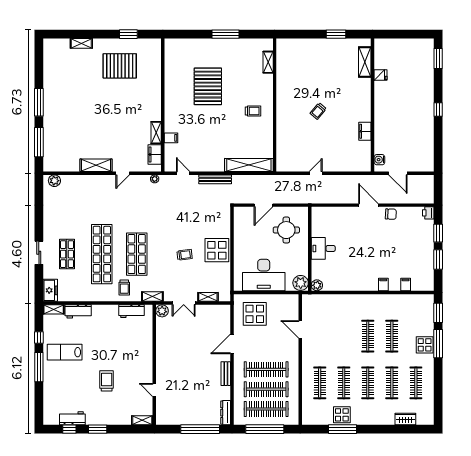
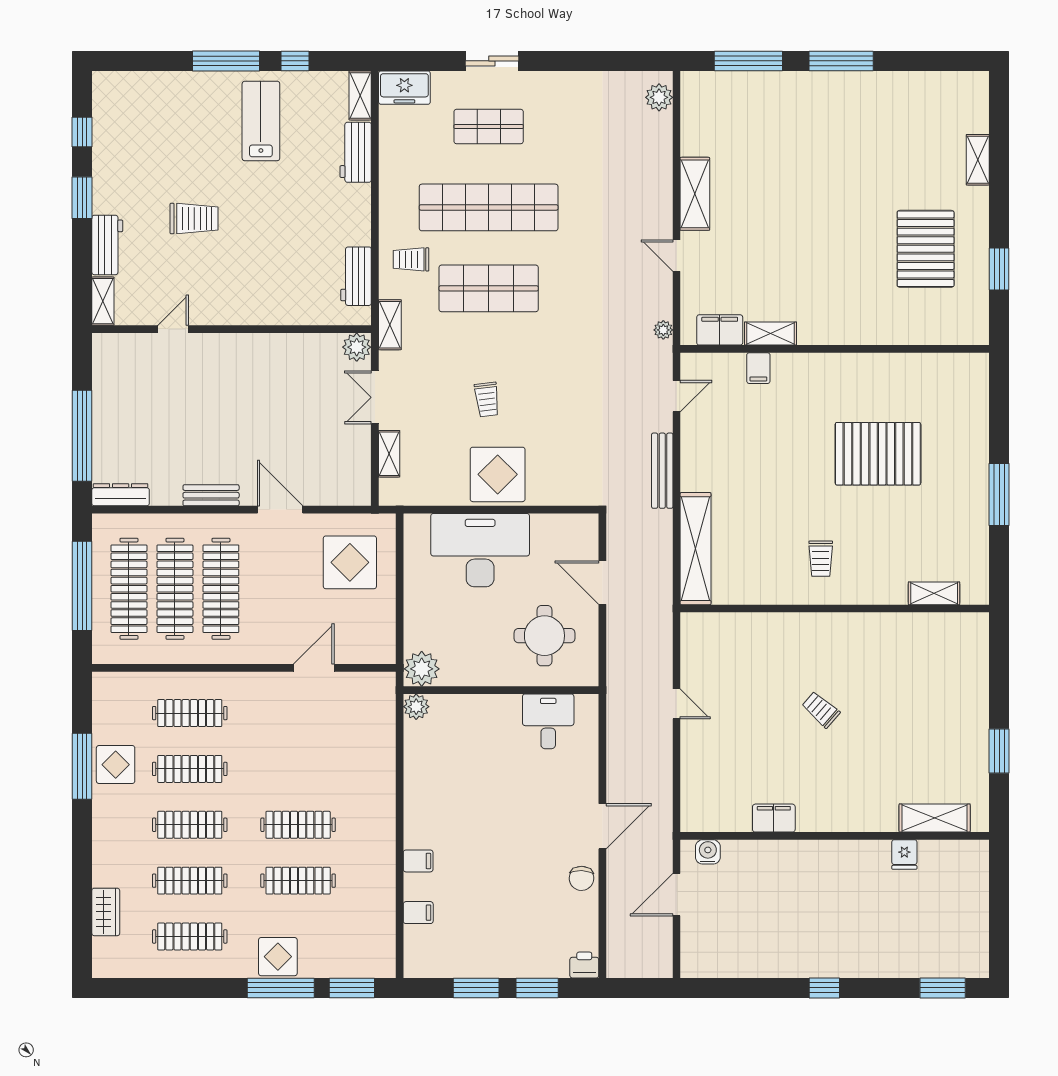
desk: (323, 248) -> (548, 721), moved
desk: (264, 275) -> (480, 550), moved, turned 90
workbench: (72, 418) -> (107, 245), moved

